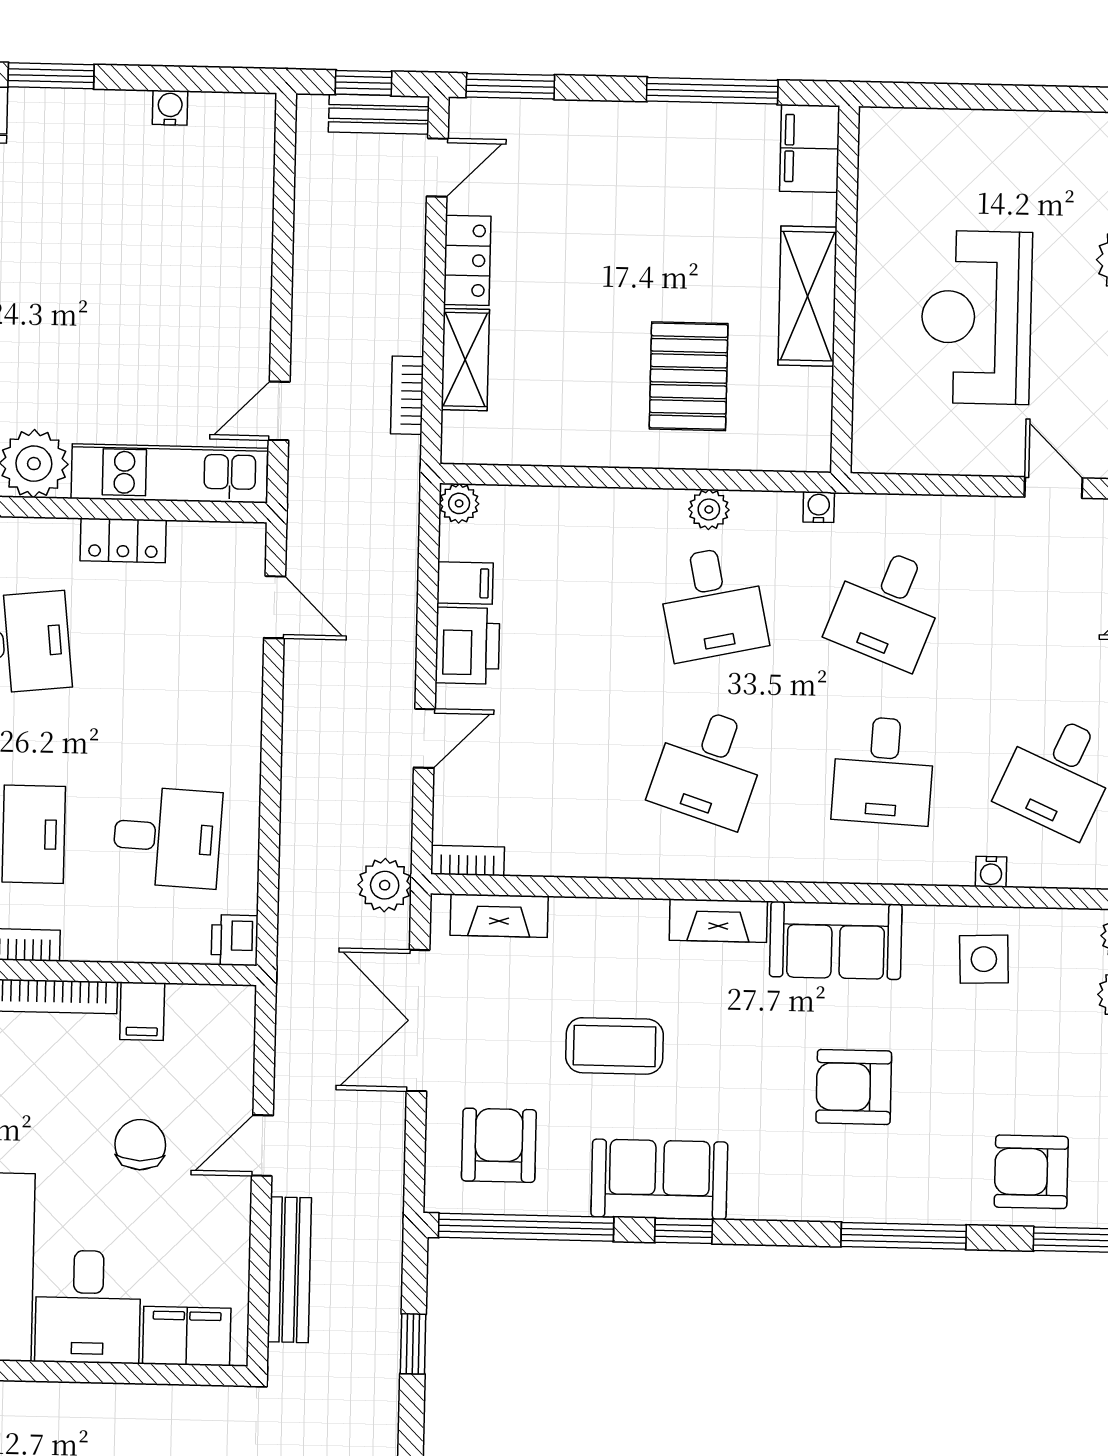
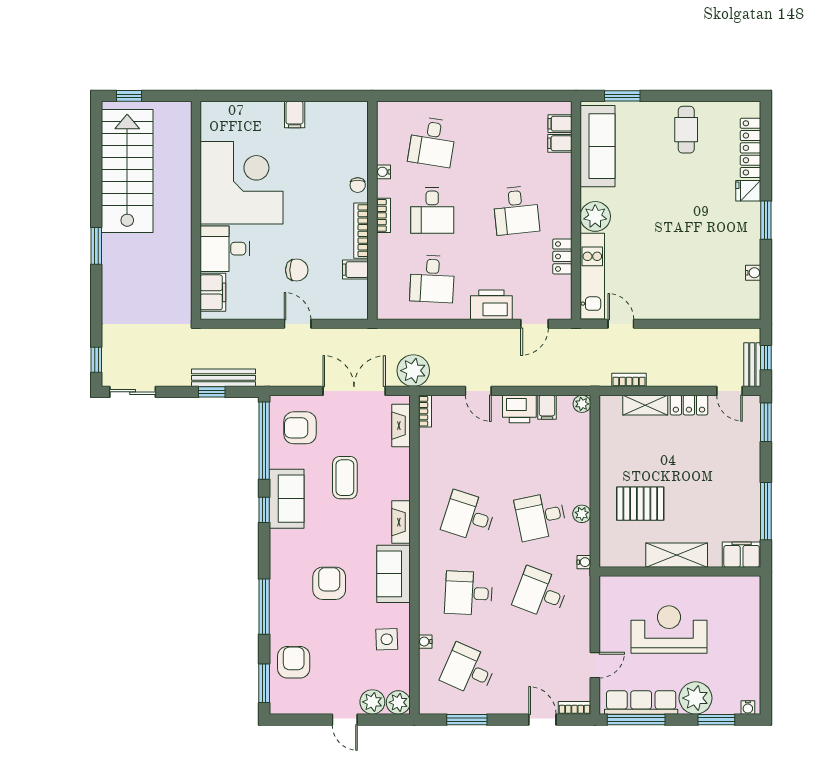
plant: (385, 885) -> (413, 371), width x1.36, depth x1.36
printer: (235, 940) -> (491, 305), moved, width x1.87, depth x1.48
armchair: (499, 1145) -> (300, 428), turned 180
bench: (289, 1270) -> (224, 378), moved

